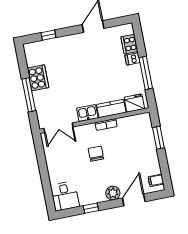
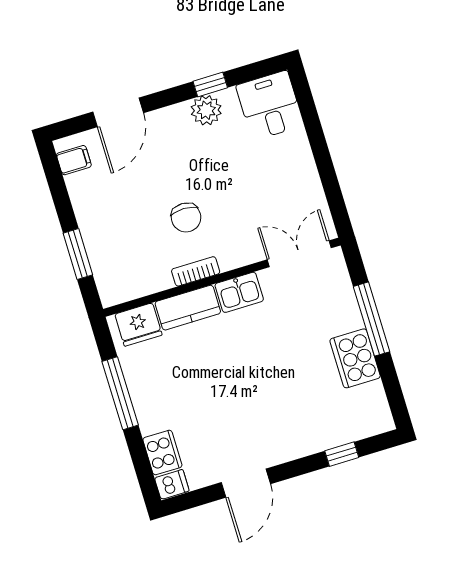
dishwasher: (132, 59) -> (172, 484), moved
chair: (96, 154) -> (186, 218), moved
plant: (113, 193) -> (206, 110), moved

